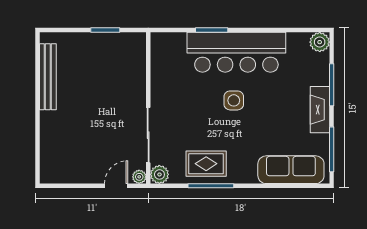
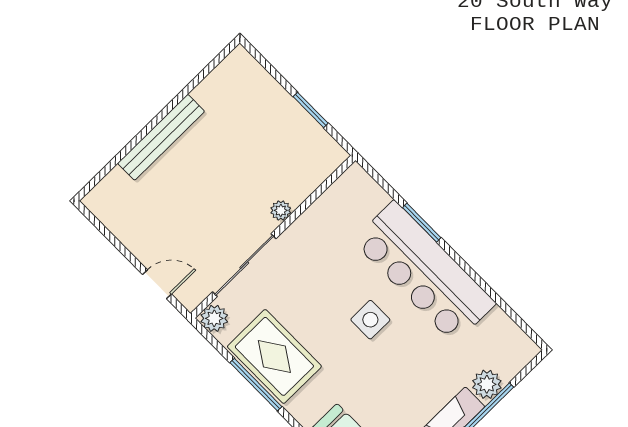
plant: (320, 42) -> (487, 384), moved
bench: (48, 77) -> (161, 137), moved
rug: (206, 164) -> (274, 356), width x1.36, depth x1.43
plant: (139, 177) -> (281, 210), moved

